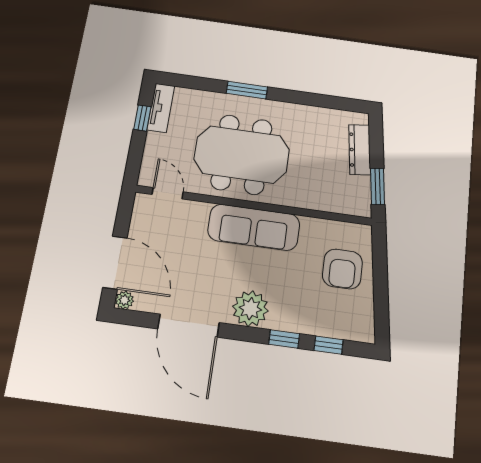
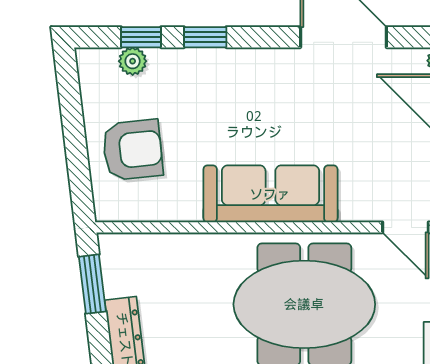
armchair: (342, 269) -> (133, 150), turned 84
plant: (250, 309) -> (133, 61), moved, width x0.53, depth x0.53

